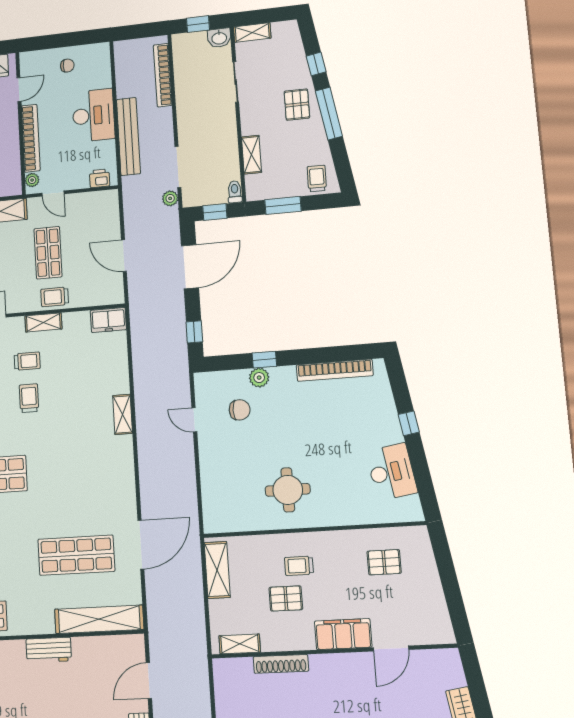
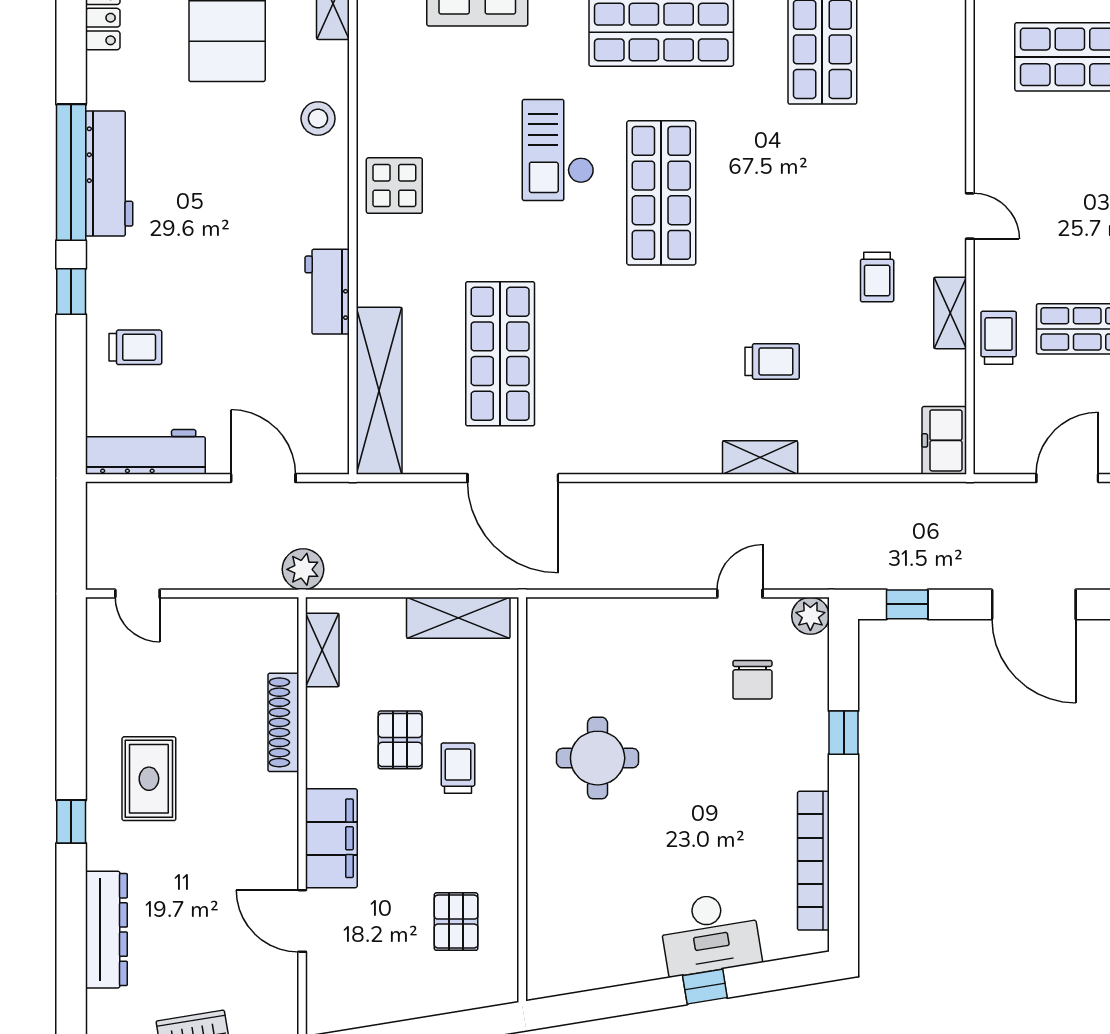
plant: (259, 378) -> (810, 616), moved
trolley: (29, 398) -> (772, 361), moved
desk: (392, 472) -> (710, 933), moved
plant: (197, 656) -> (303, 569), added

